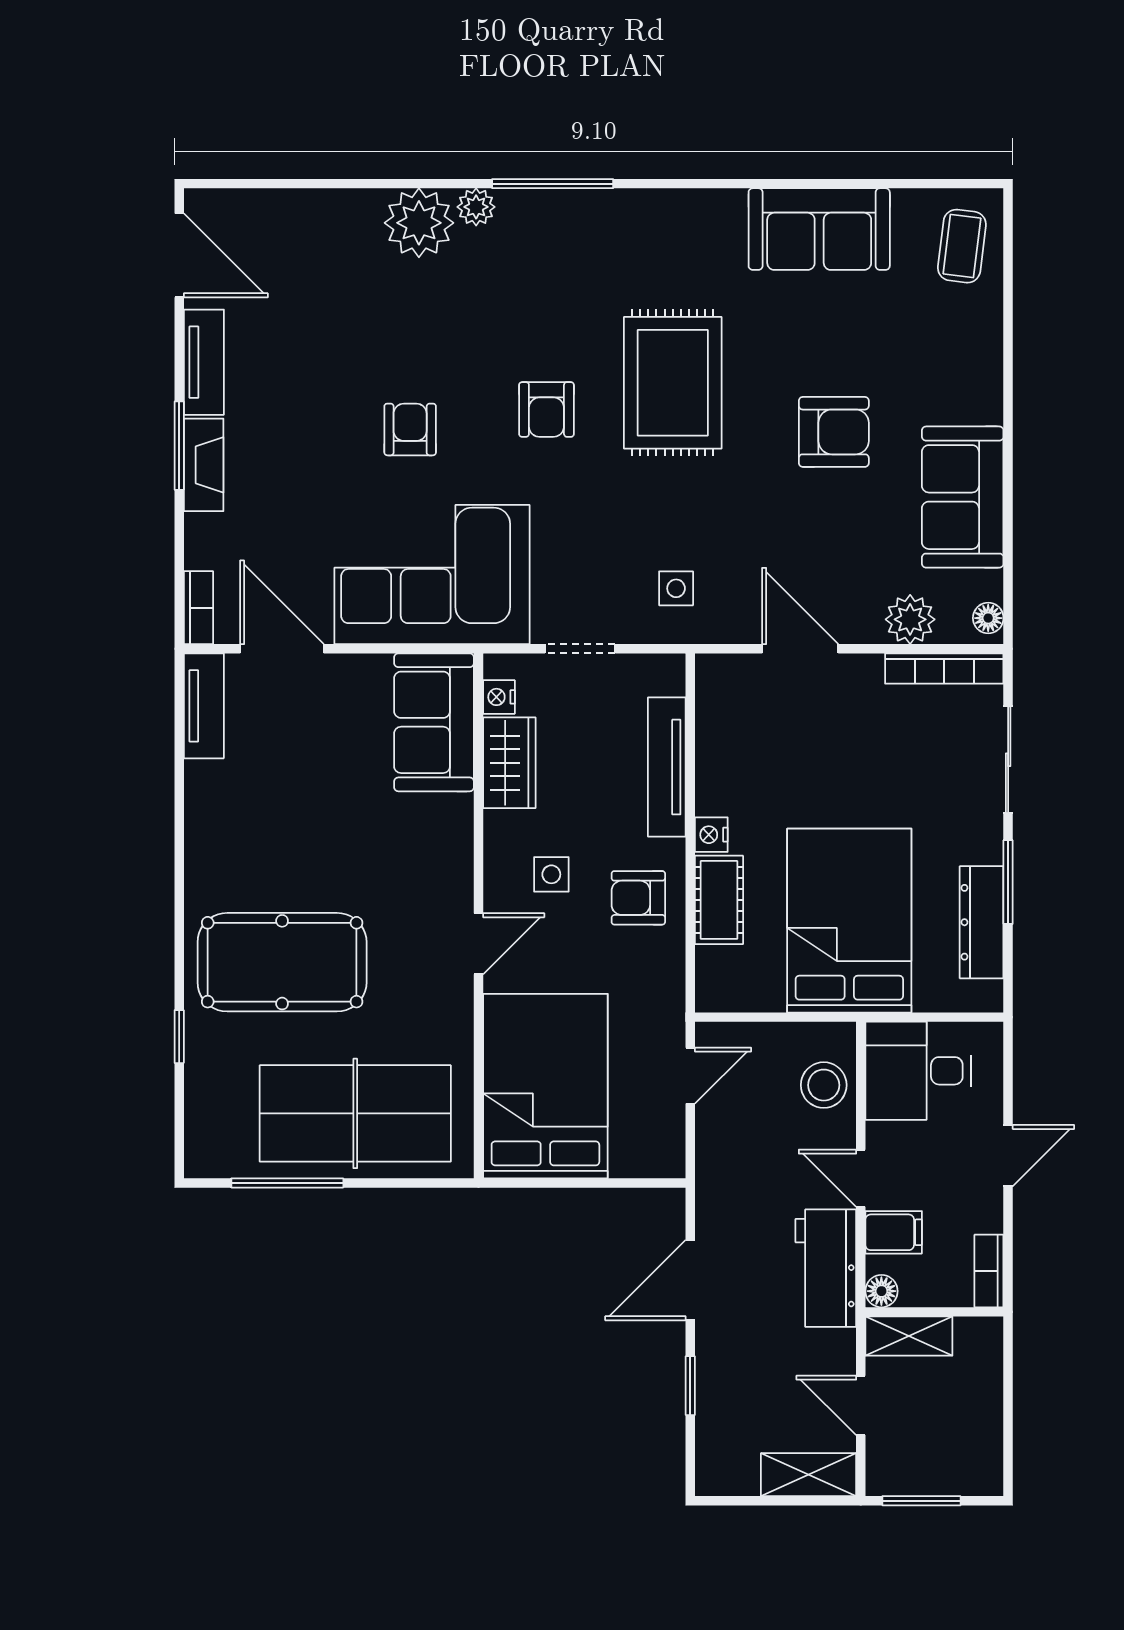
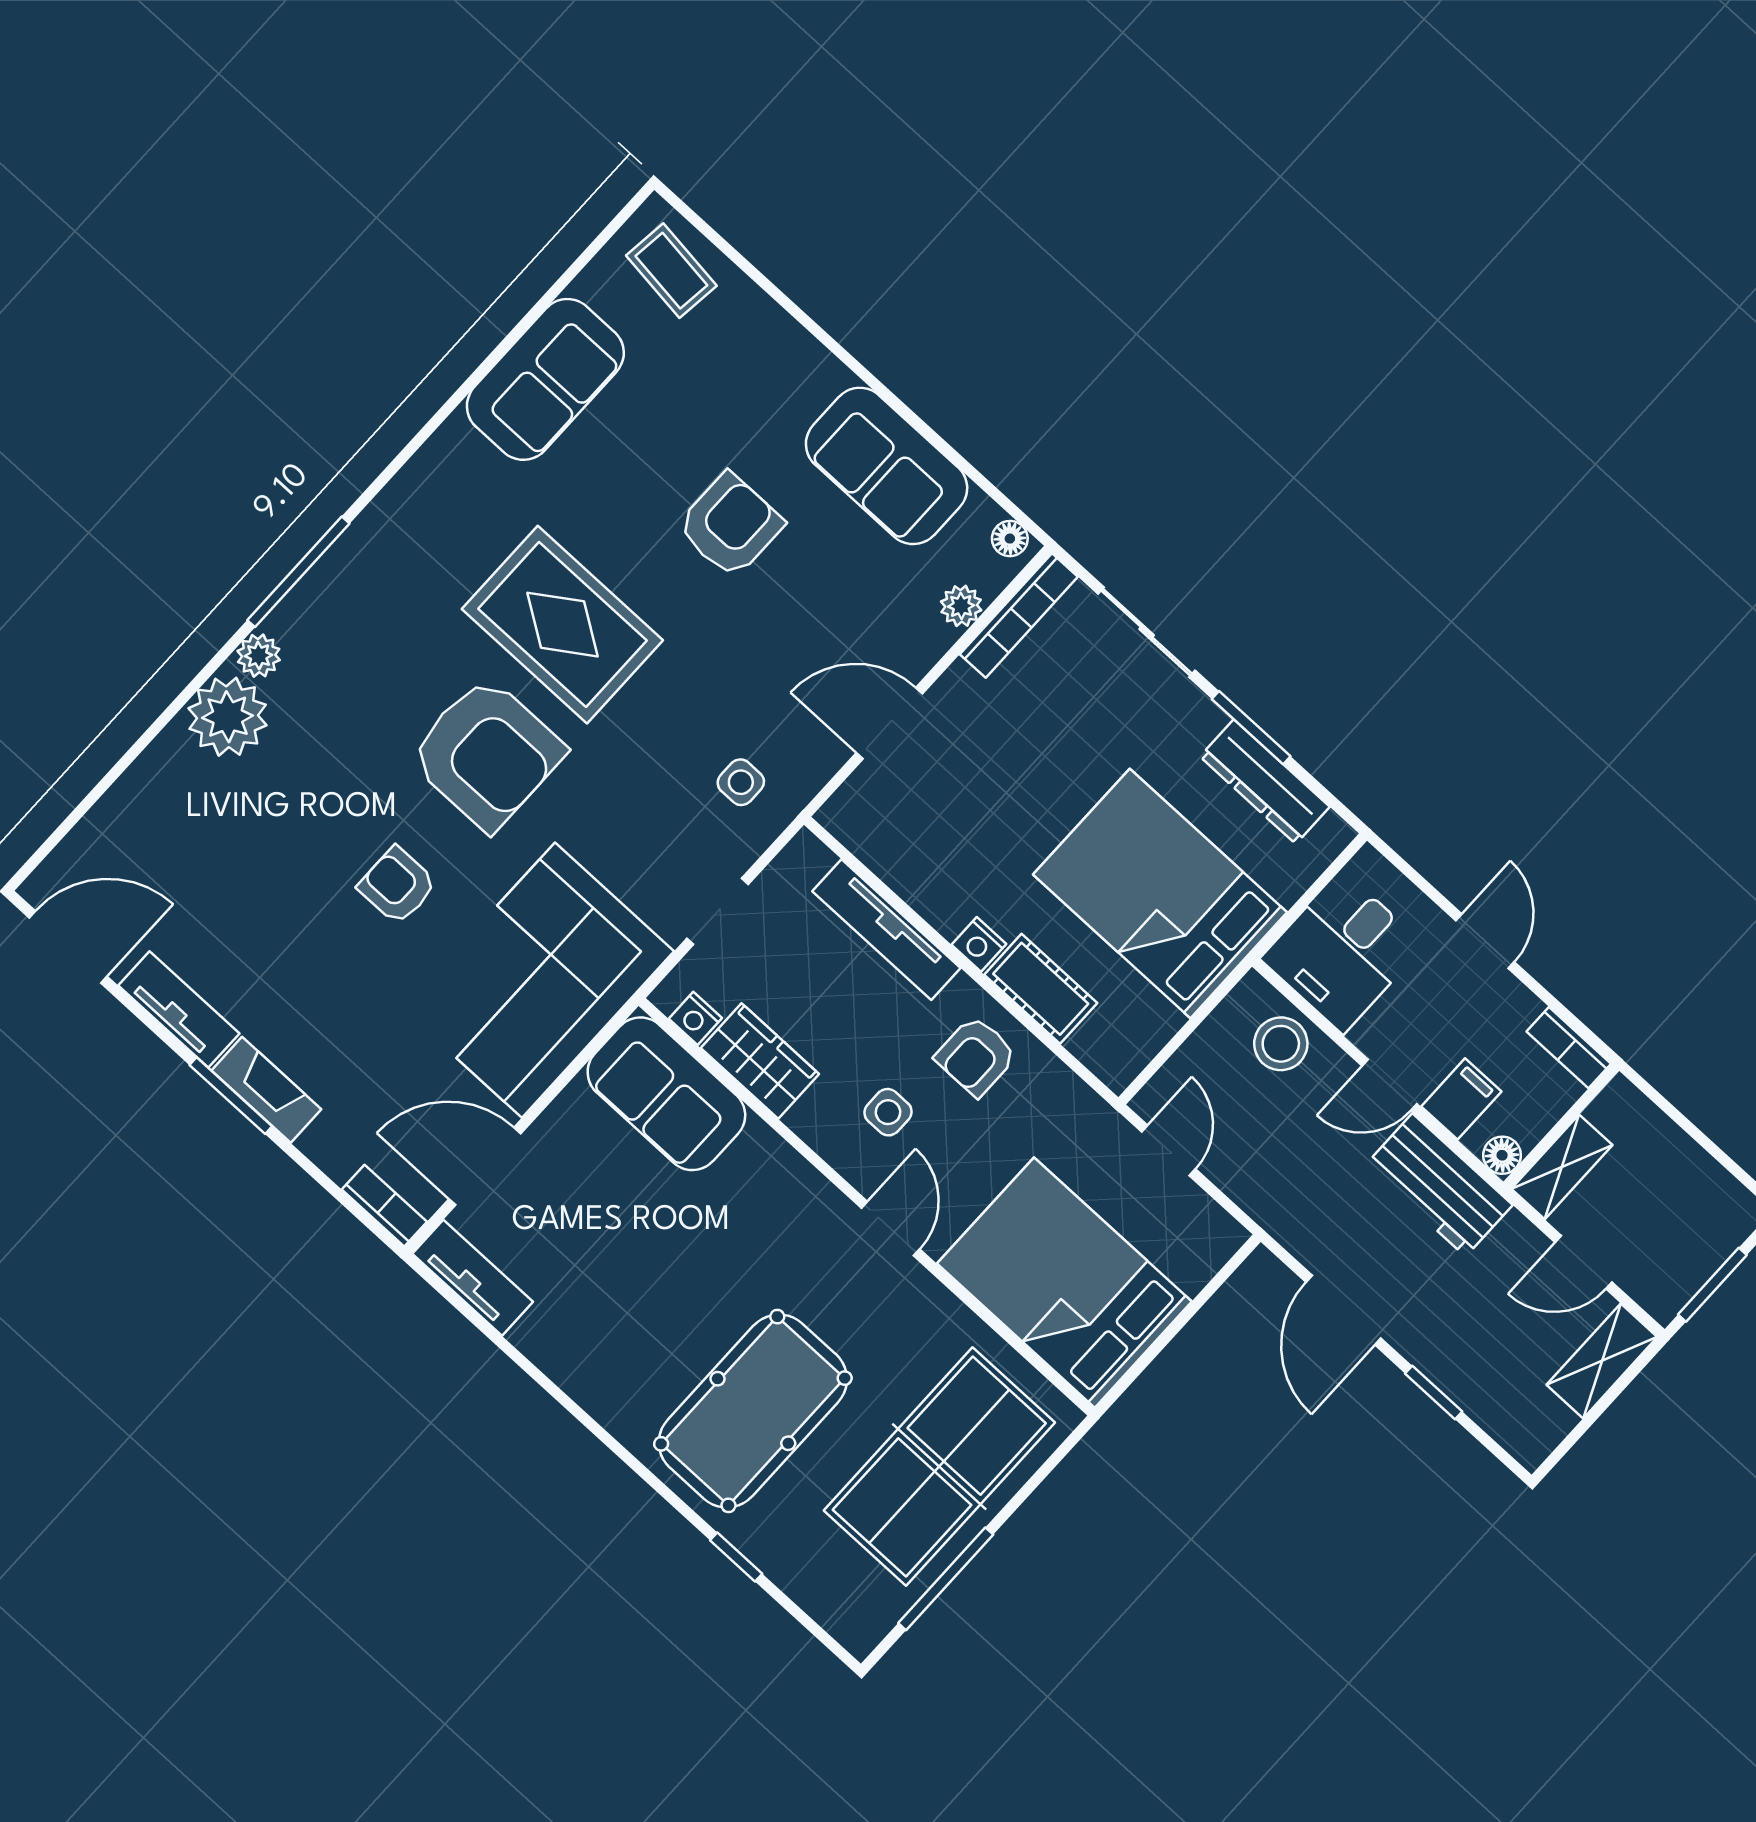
armchair: (546, 409) -> (487, 753), width x1.88, depth x1.88
plant: (910, 619) -> (961, 606), width x0.73, depth x0.73

